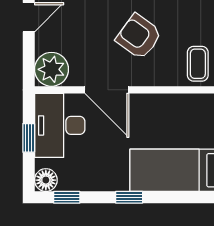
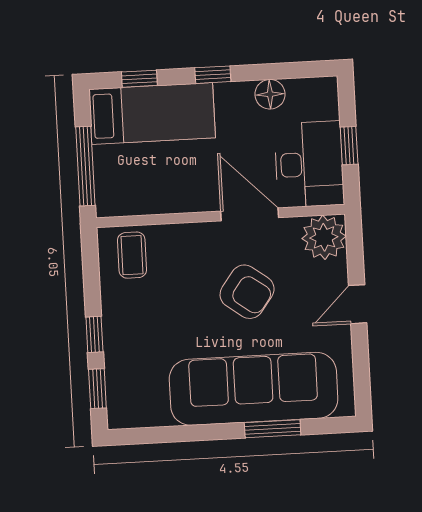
armchair: (139, 37) -> (247, 292), moved
floor lamp: (46, 180) -> (270, 94), moved
window: (67, 197) -> (139, 79), moved

